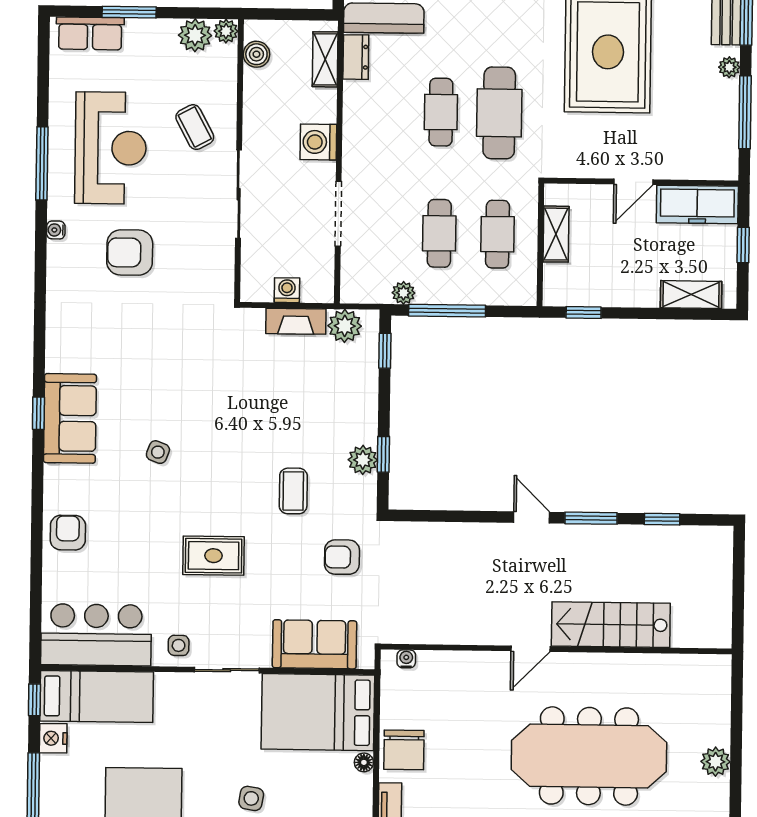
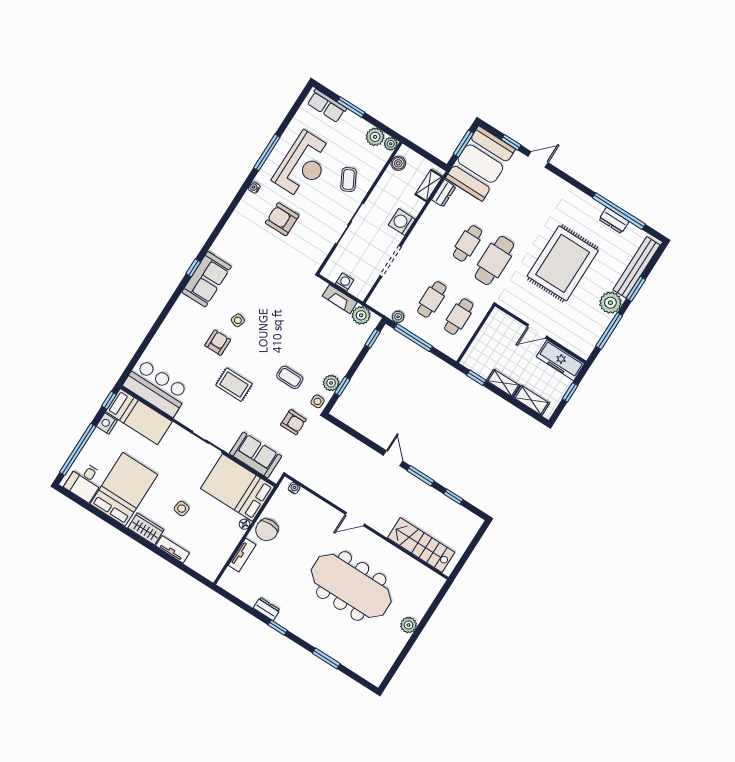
plant: (729, 67) -> (610, 303), width x1.88, depth x1.88
shelving: (556, 234) -> (503, 383), moved, turned 90
coffee table: (293, 491) -> (290, 377), turned 90
armchair: (68, 533) -> (218, 343), moved
armchair: (342, 557) -> (293, 422), turned 180
stairs: (611, 625) -> (421, 545), moved
side table: (179, 645) -> (317, 401), moved

